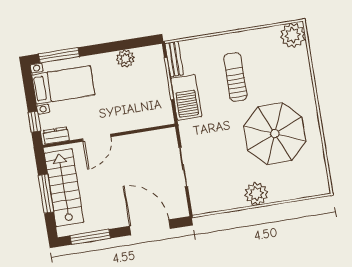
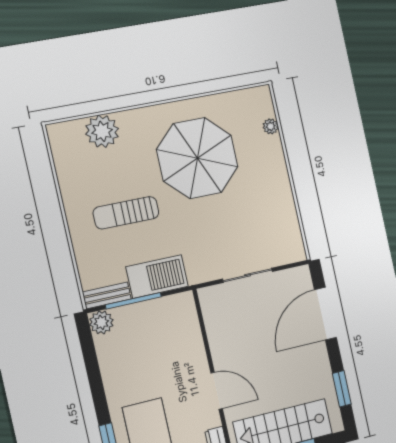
plant: (293, 35) -> (102, 131), moved
plant: (125, 59) -> (101, 322), moved
plant: (256, 194) -> (271, 126), moved, width x0.53, depth x0.53
window: (90, 237) -> (342, 389), width x0.69

